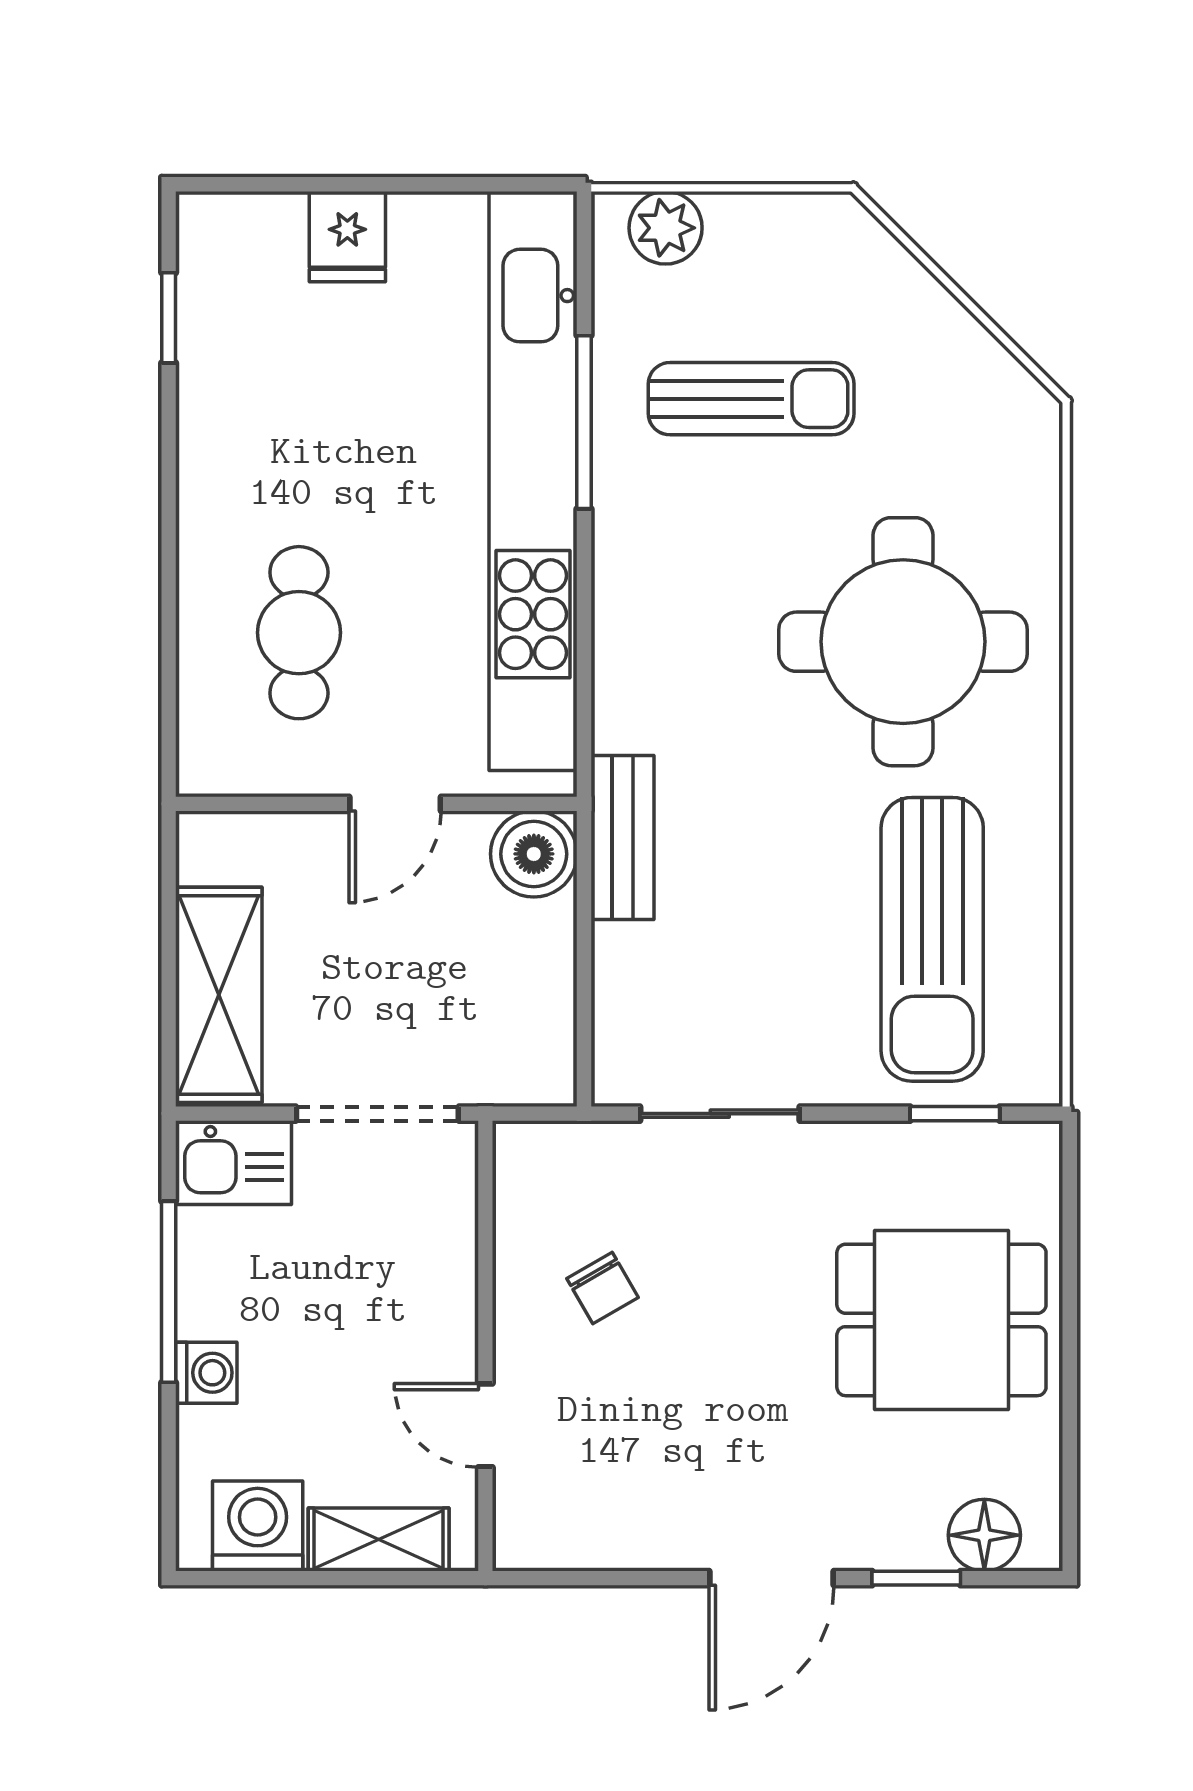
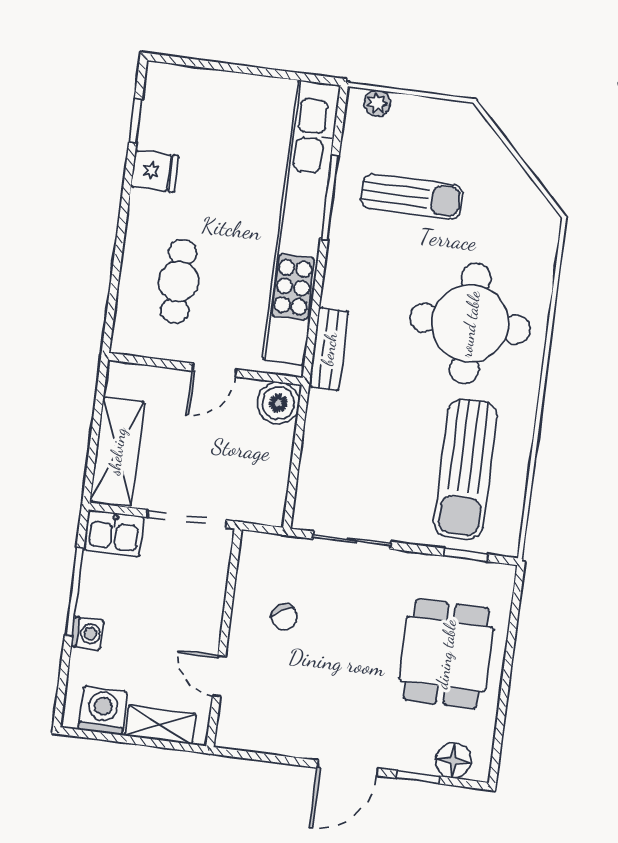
plant: (666, 228) -> (377, 103), width x0.73, depth x0.73
fridge: (347, 237) -> (155, 171), moved, turned -90
bench: (622, 837) -> (329, 349), moved
dining table: (941, 1320) -> (446, 654), turned 90

